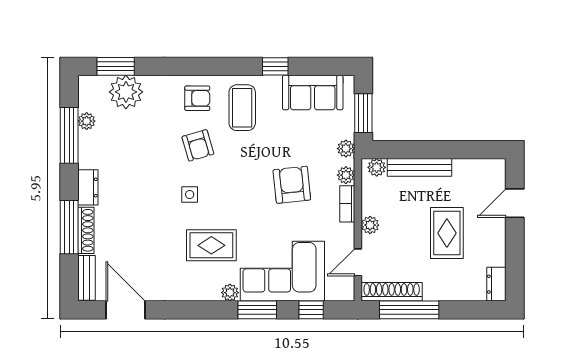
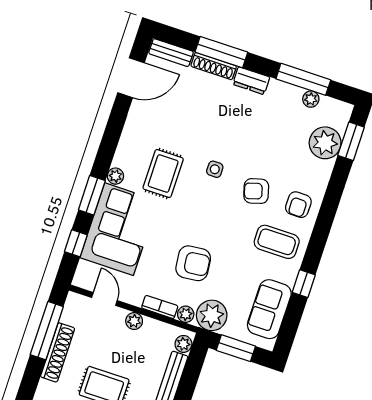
plant: (346, 149) -> (212, 315), width x1.87, depth x1.87
shoe rack: (392, 292) -> (58, 352), moved

